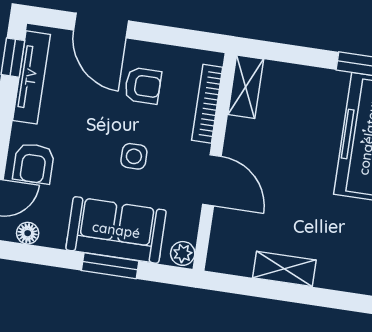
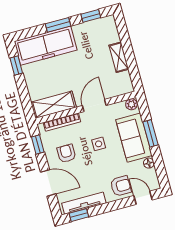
door: (101, 26) -> (48, 183), hinge flipped
window: (184, 38) -> (38, 145), added
shelving: (246, 87) -> (54, 105), width x1.50, depth x1.33
floor lamp: (28, 233) -> (149, 163), moved

